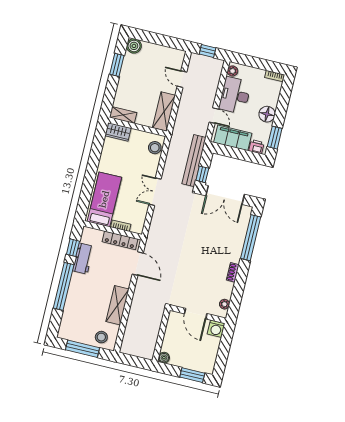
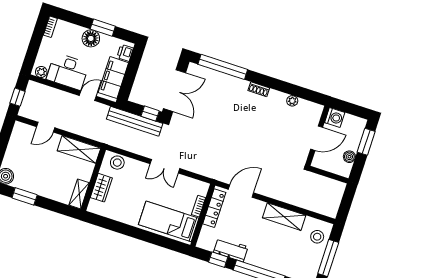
wardrobe: (118, 132) -> (101, 188), moved
window: (275, 138) -> (103, 28), moved
door: (196, 314) -> (317, 138), moved
wall: (198, 314) -> (317, 136), moved
washing machine: (216, 329) -> (335, 118), moved
boiler: (164, 358) -> (349, 157), moved

